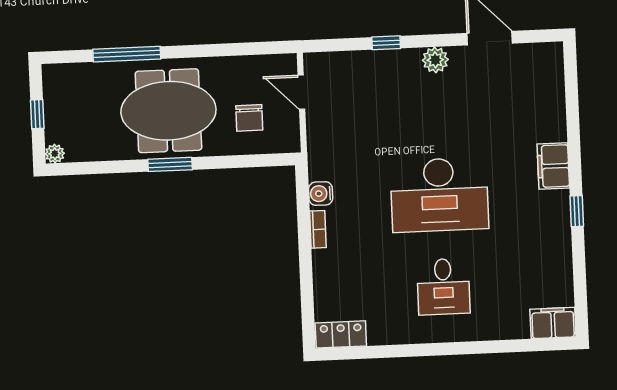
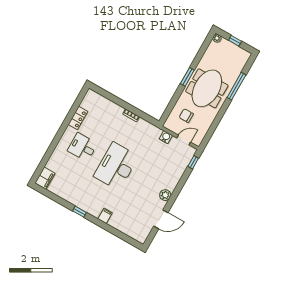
window: (386, 43) -> (193, 162), moved
filing cabinet: (553, 166) -> (105, 216), width x0.50
water cooler: (321, 194) -> (166, 137), moved
locker: (341, 334) -> (78, 118), moved

